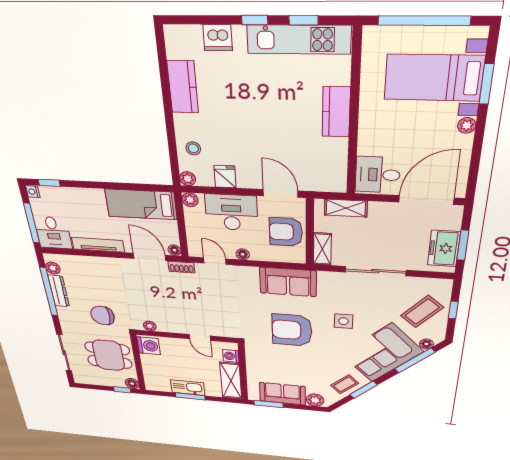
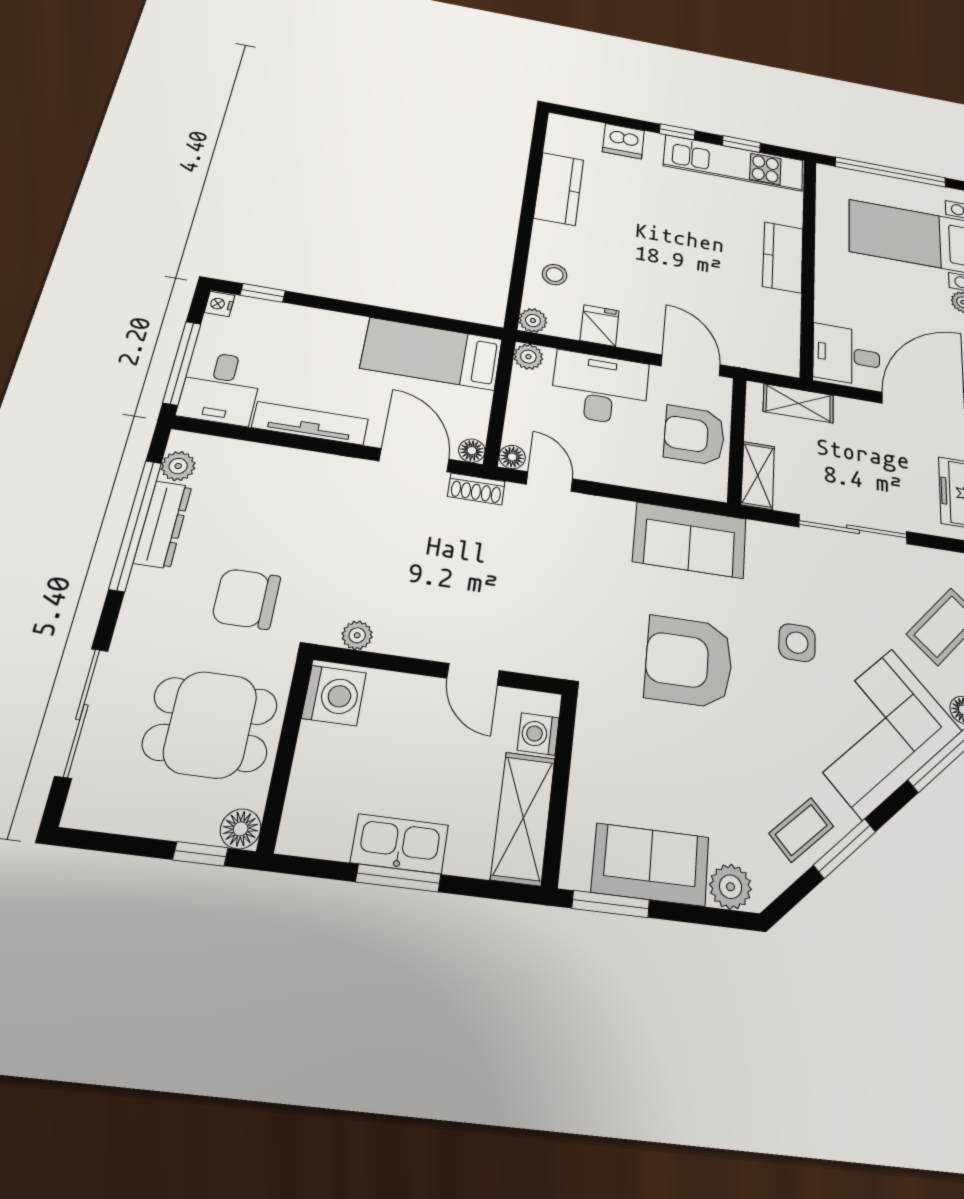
floor lamp: (243, 254) -> (512, 457), moved

